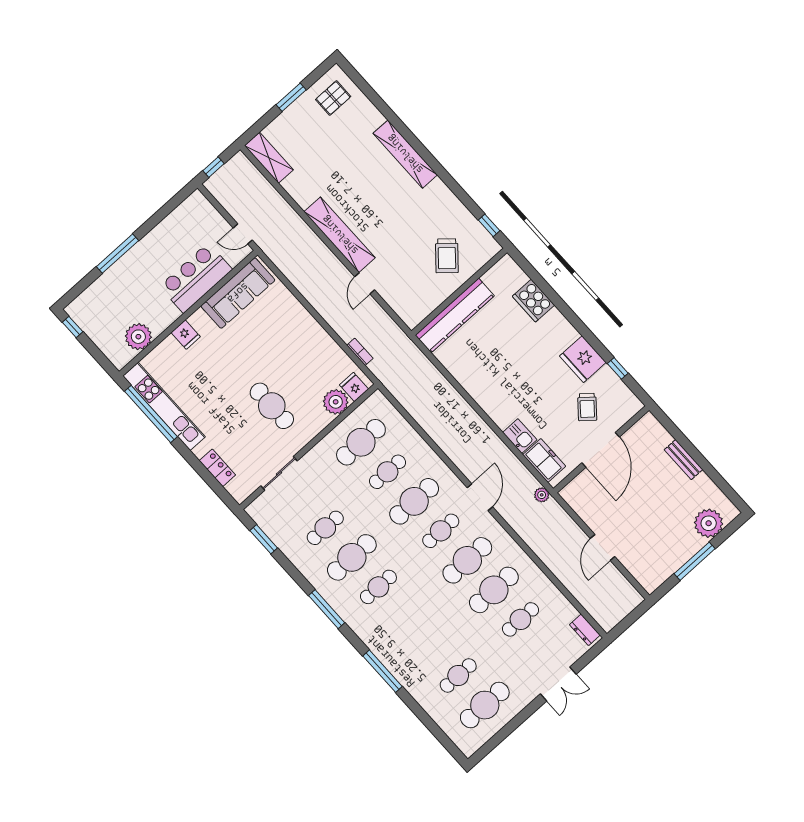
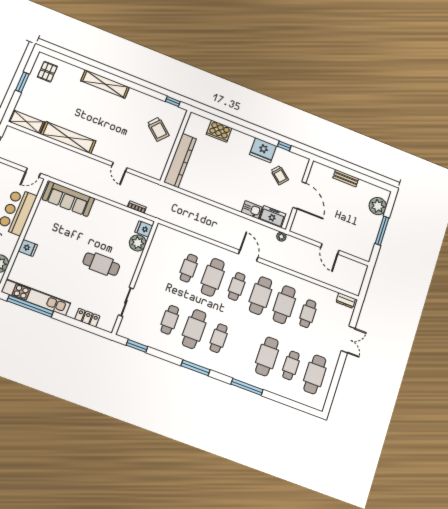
shelving: (340, 235) -> (68, 138), moved
sofa: (238, 293) -> (68, 199), moved, turned 90
cafe table: (361, 442) -> (267, 356), moved

